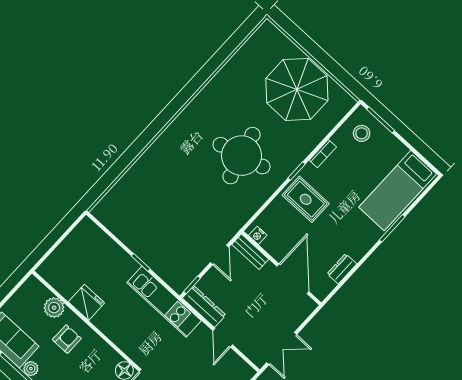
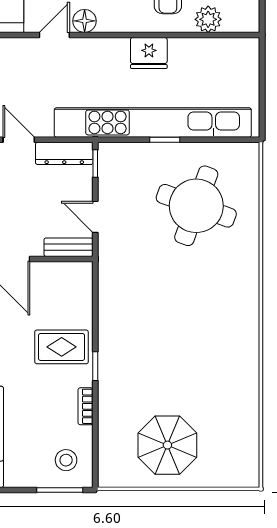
parasol: (297, 89) -> (167, 445), width x0.73, depth x0.73
round table: (242, 156) -> (196, 206), moved, turned 35
nightstand: (258, 235) -> (76, 270), removed
fridge: (86, 302) -> (149, 53), moved
kitchen unit: (164, 302) -> (153, 122), width x1.86

